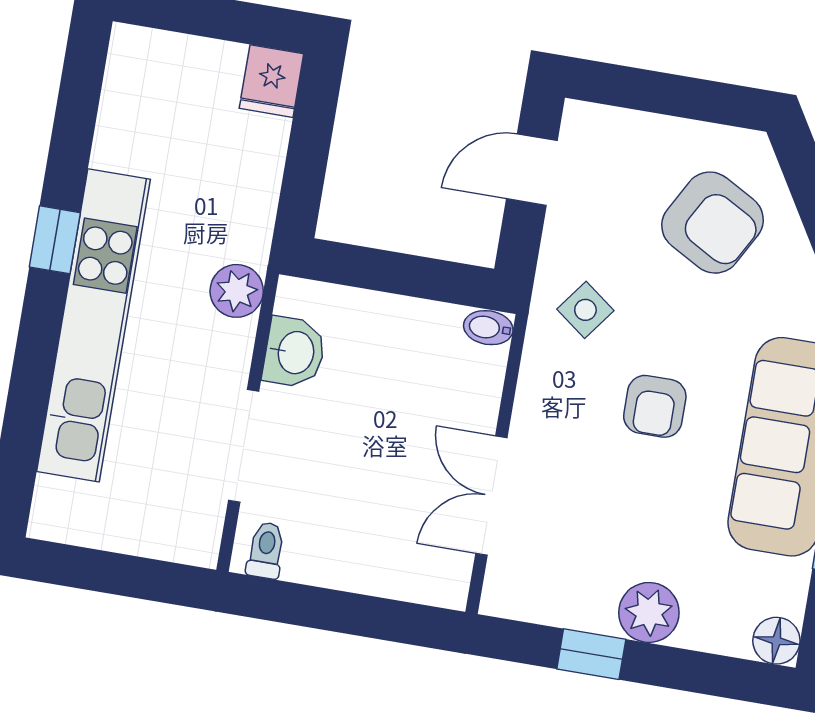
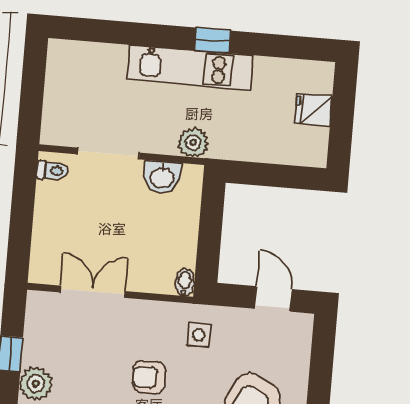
fridge: (271, 81) -> (313, 110), moved
side table: (585, 310) -> (199, 335), turned -37
kitchen unit: (93, 325) -> (190, 67), width x0.73

